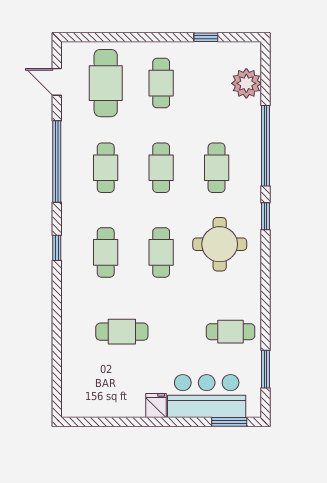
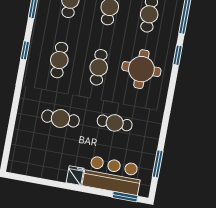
cafe table: (231, 332) -> (115, 123), moved

